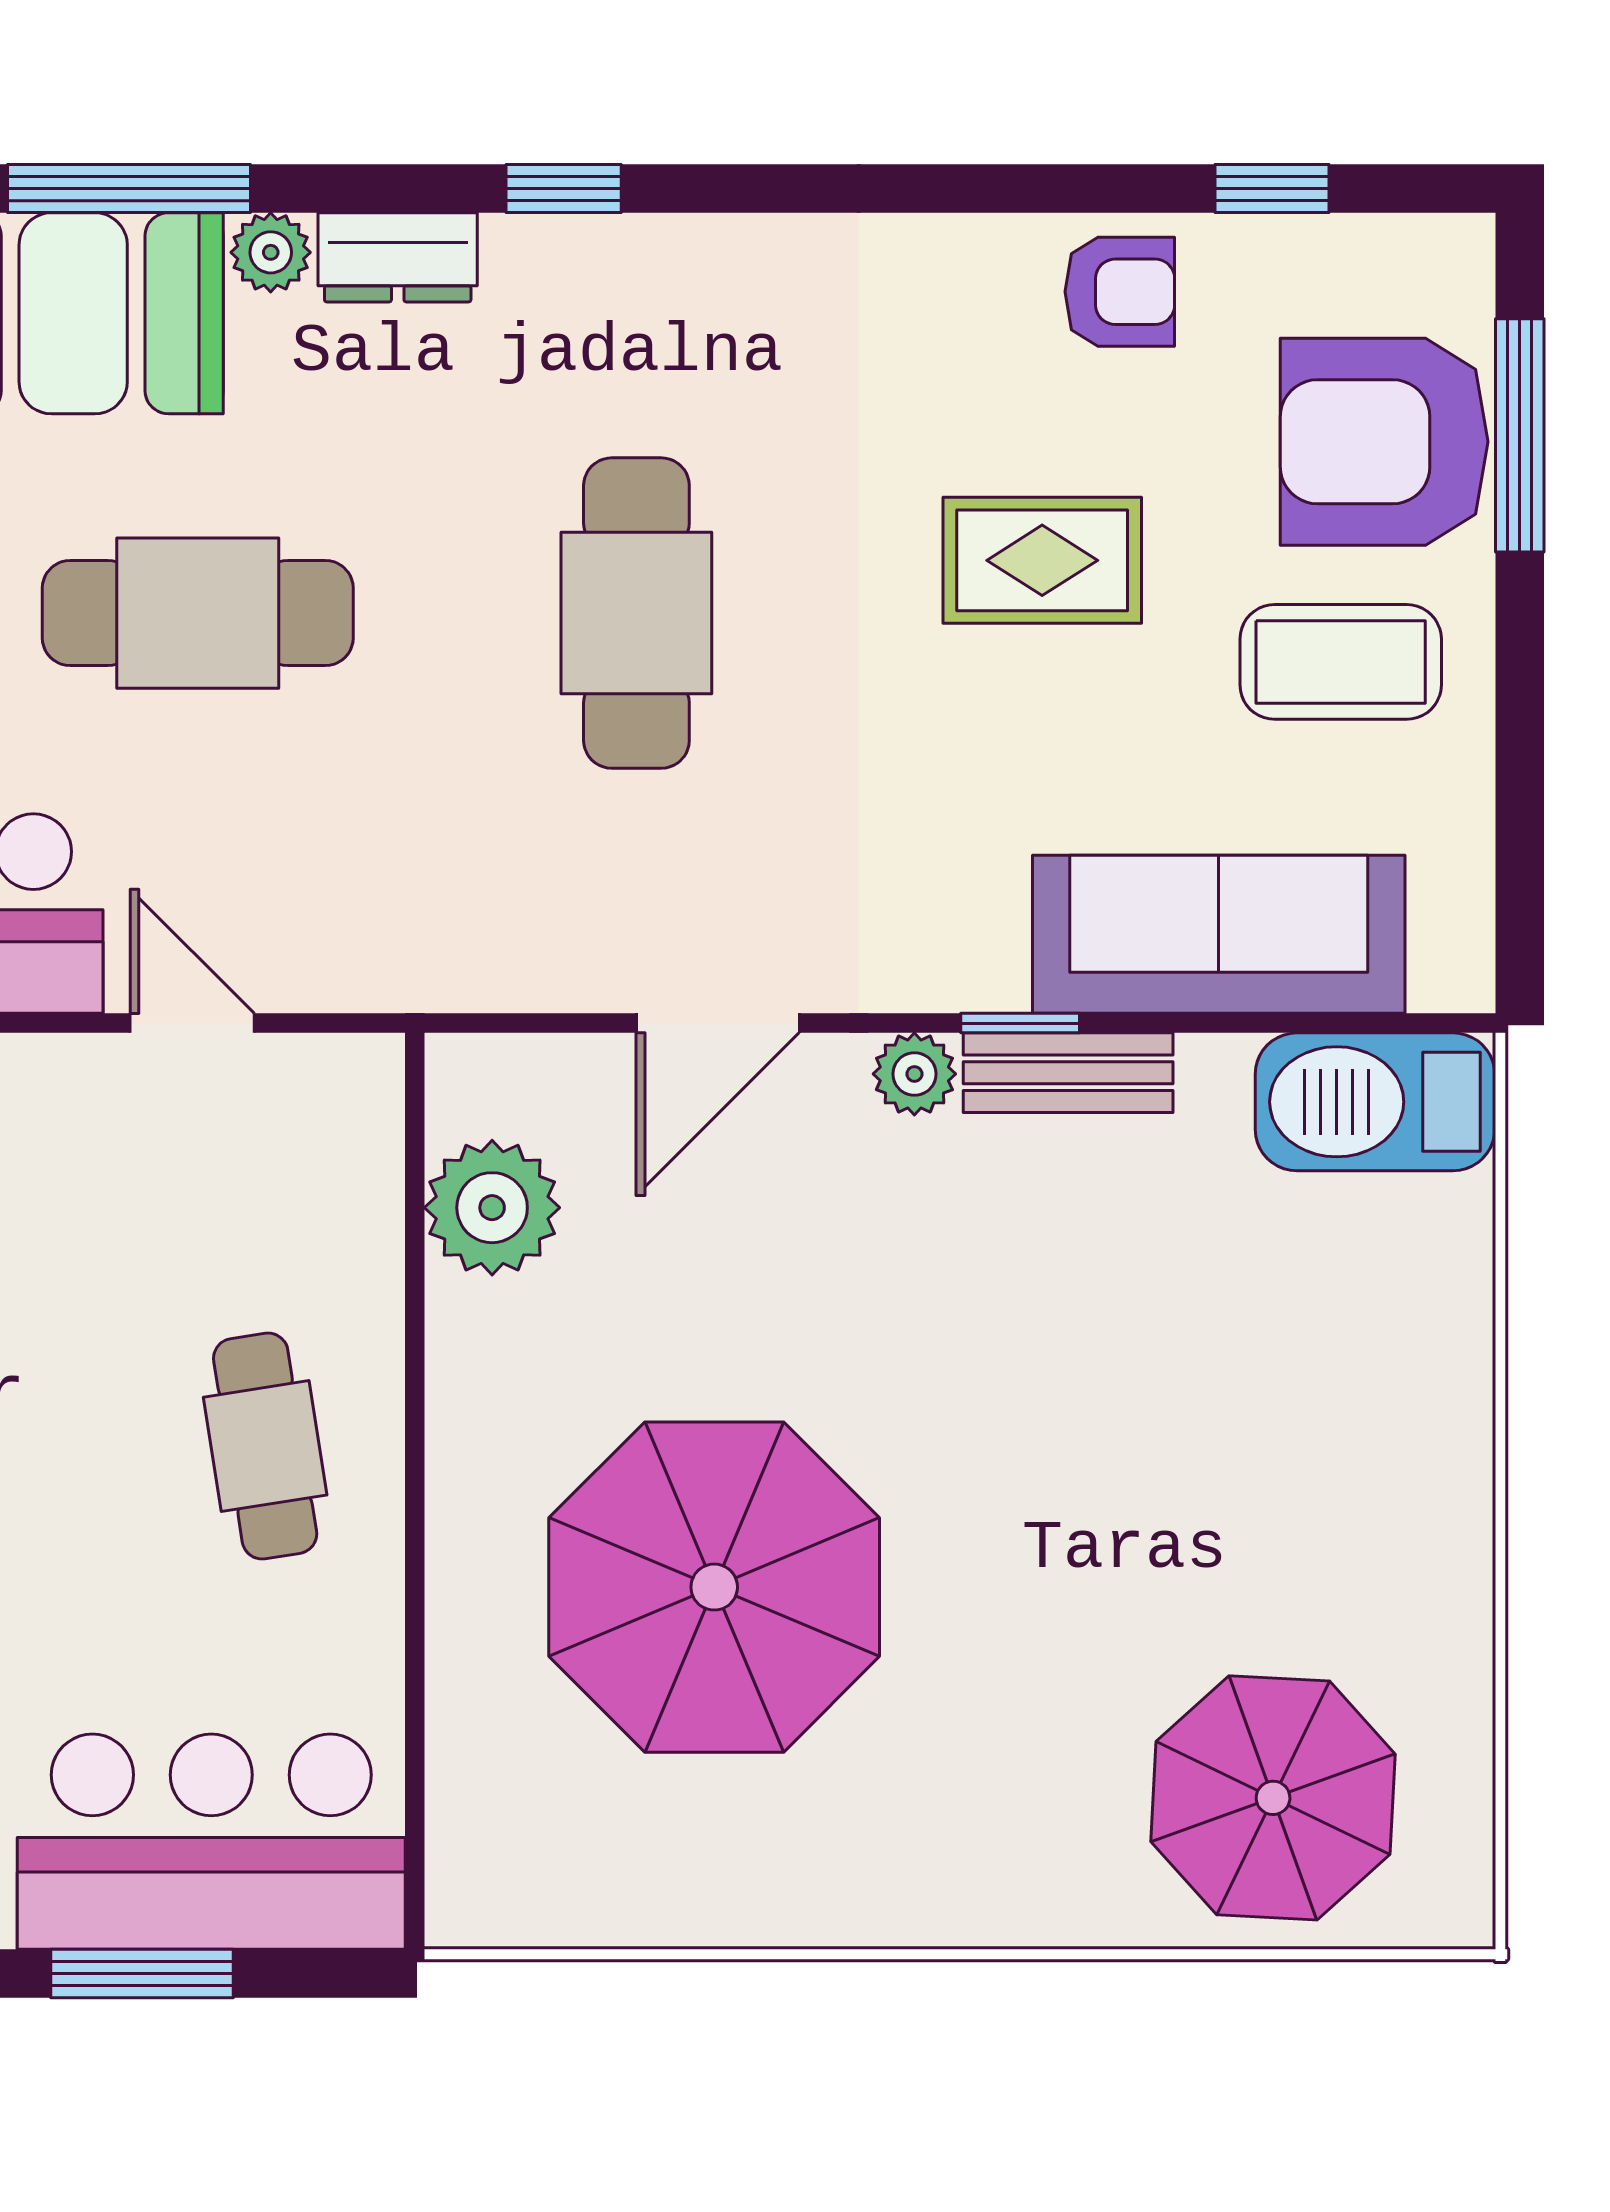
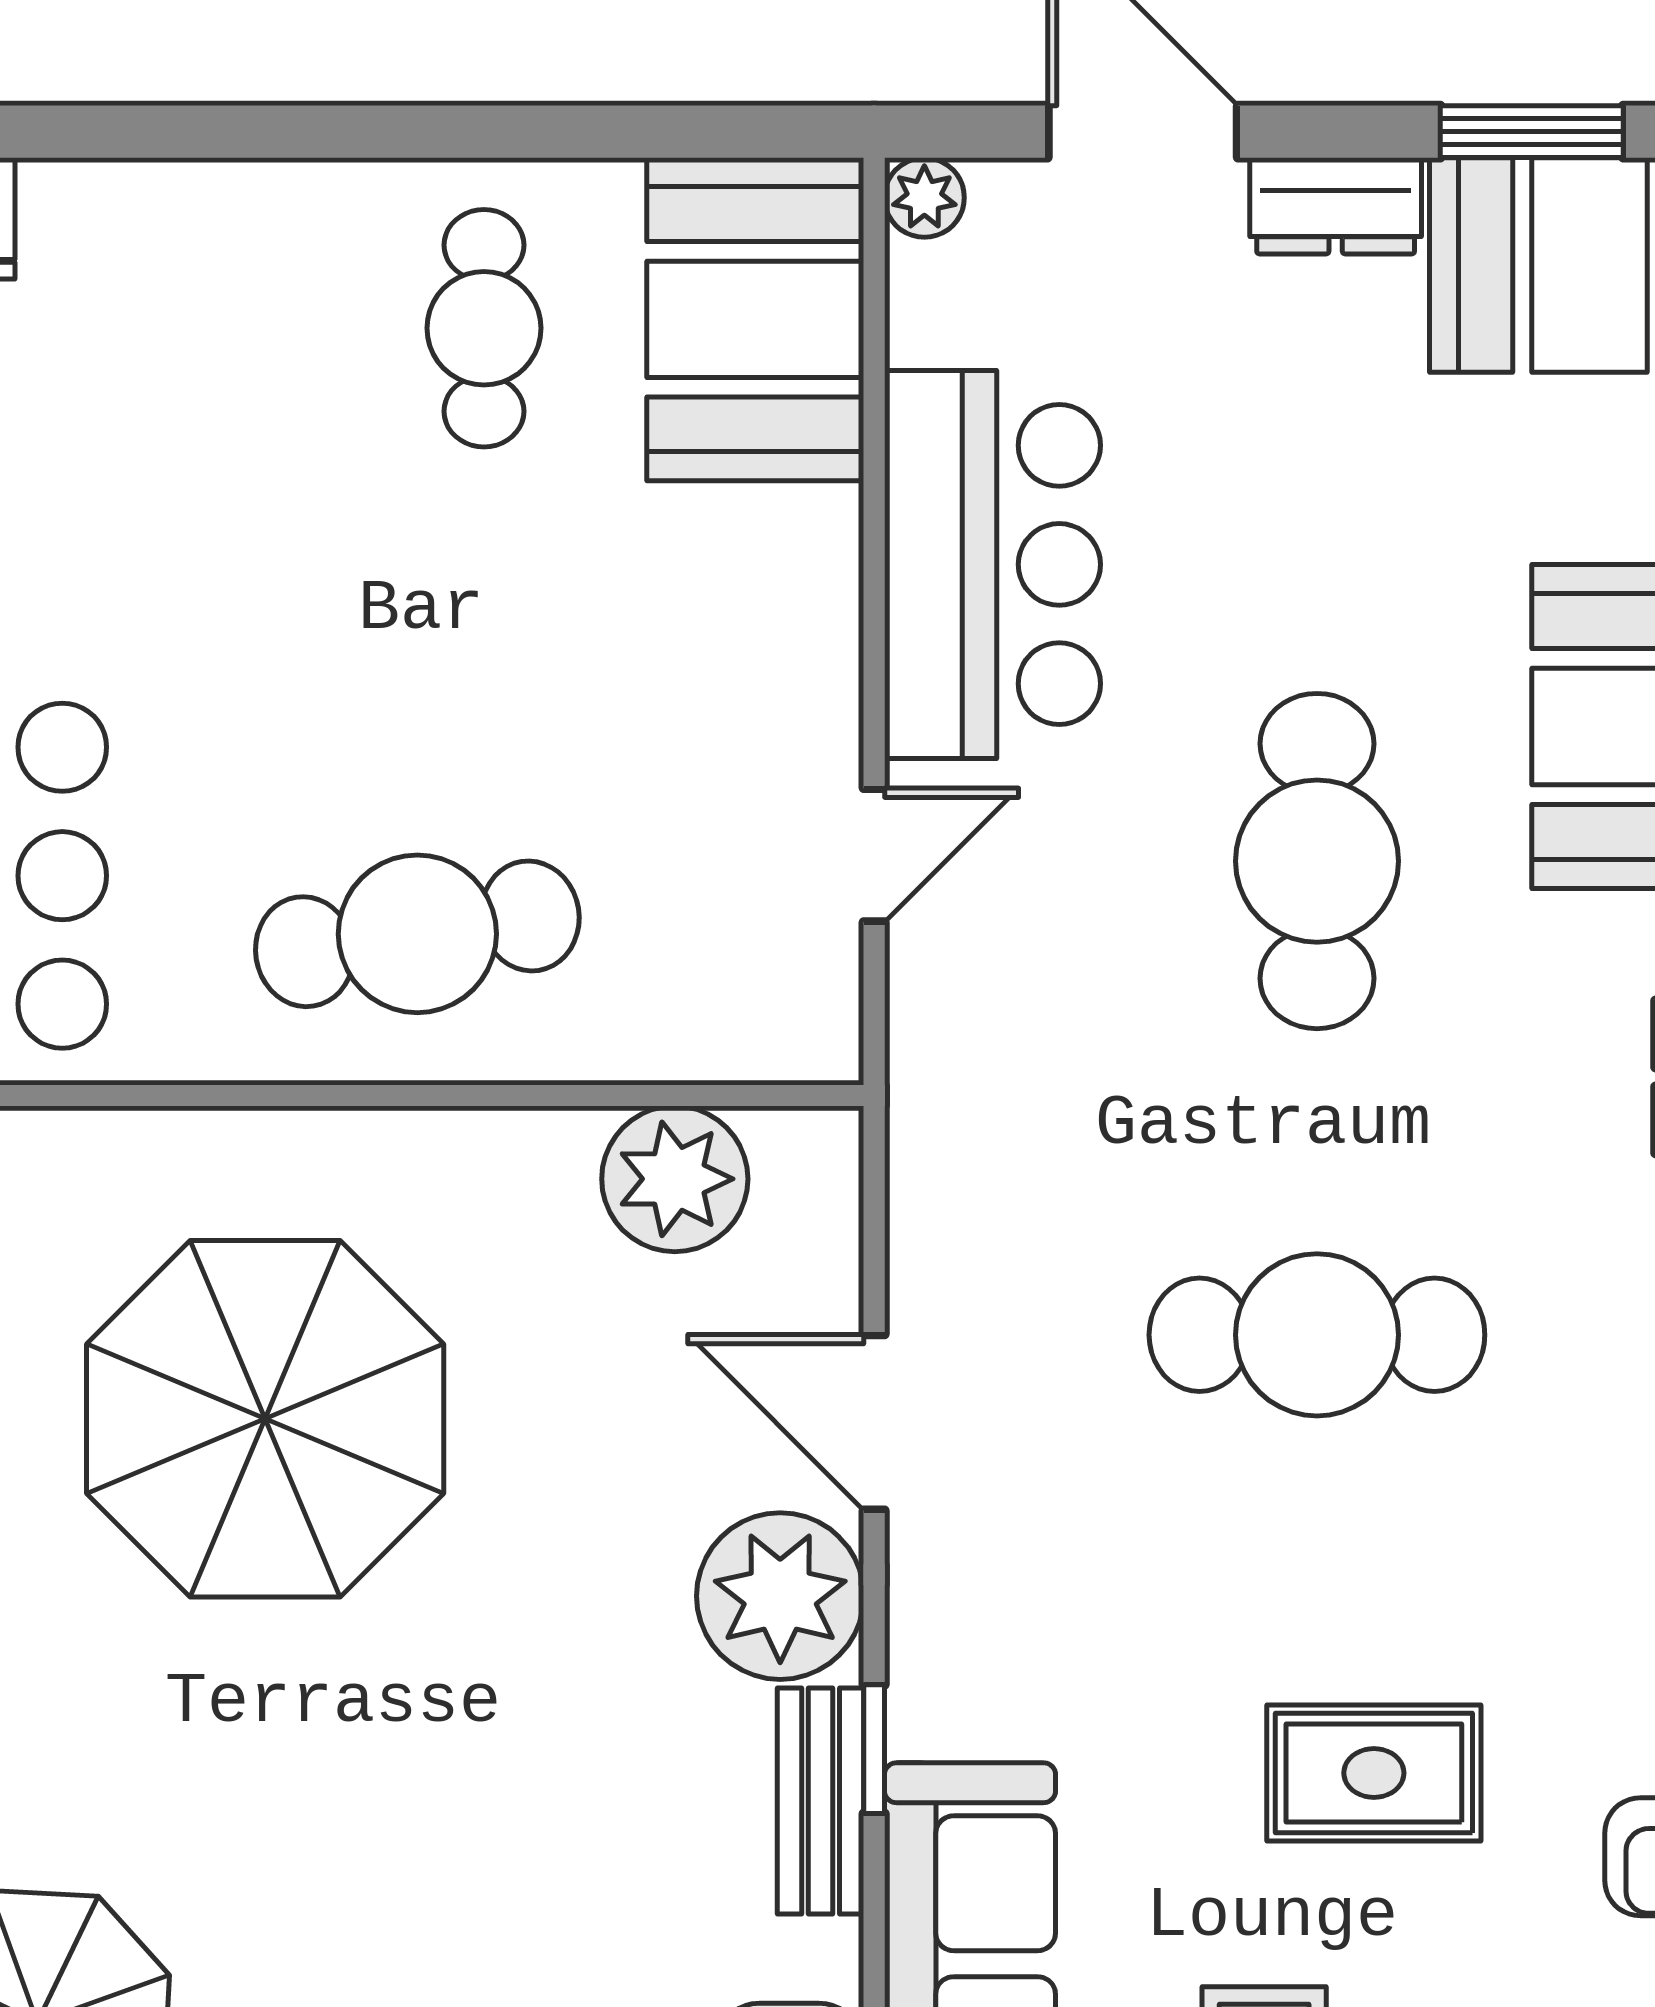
rug: (1042, 560) -> (1374, 1773), turned 90
plant: (914, 1074) -> (780, 1596), width x1.88, depth x1.88
cafe table: (265, 1446) -> (417, 934), width x1.37, depth x1.35

